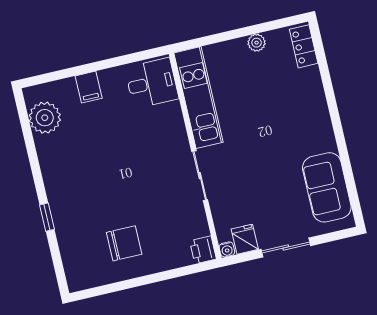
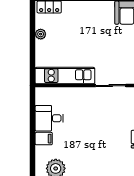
desk: (152, 83) -> (49, 118), moved, turned -90

